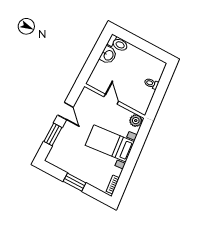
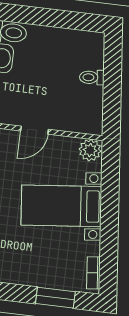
door: (111, 99) -> (34, 130), swing flipped
window: (75, 182) -> (55, 298), moved

